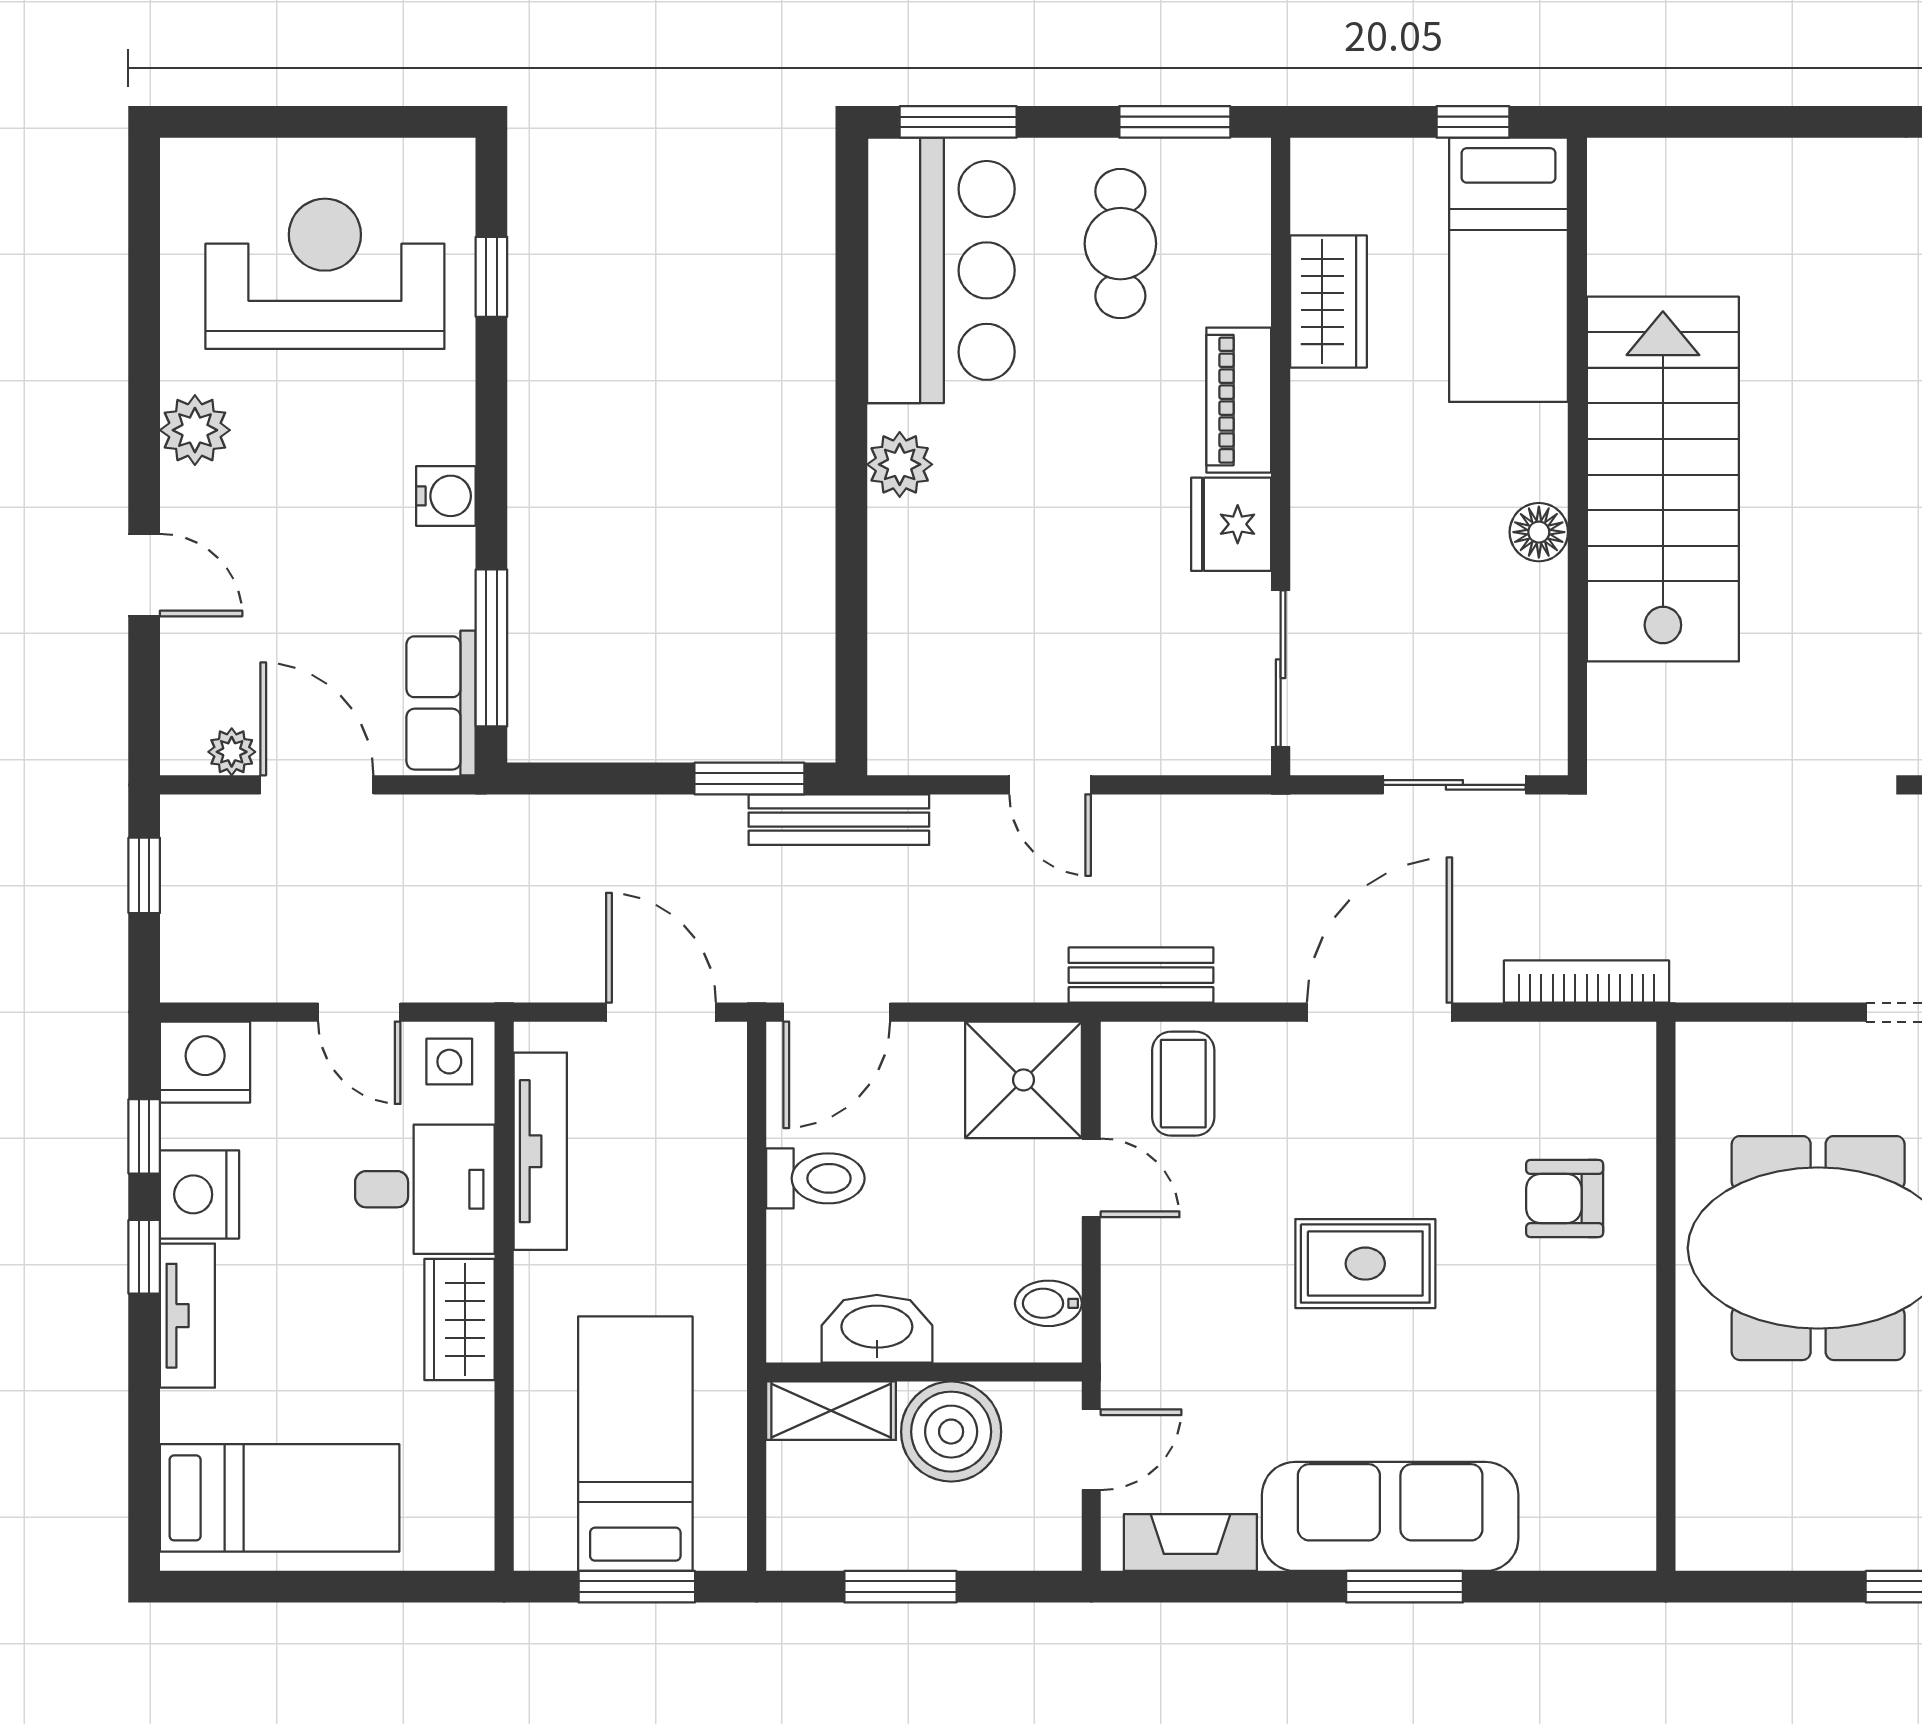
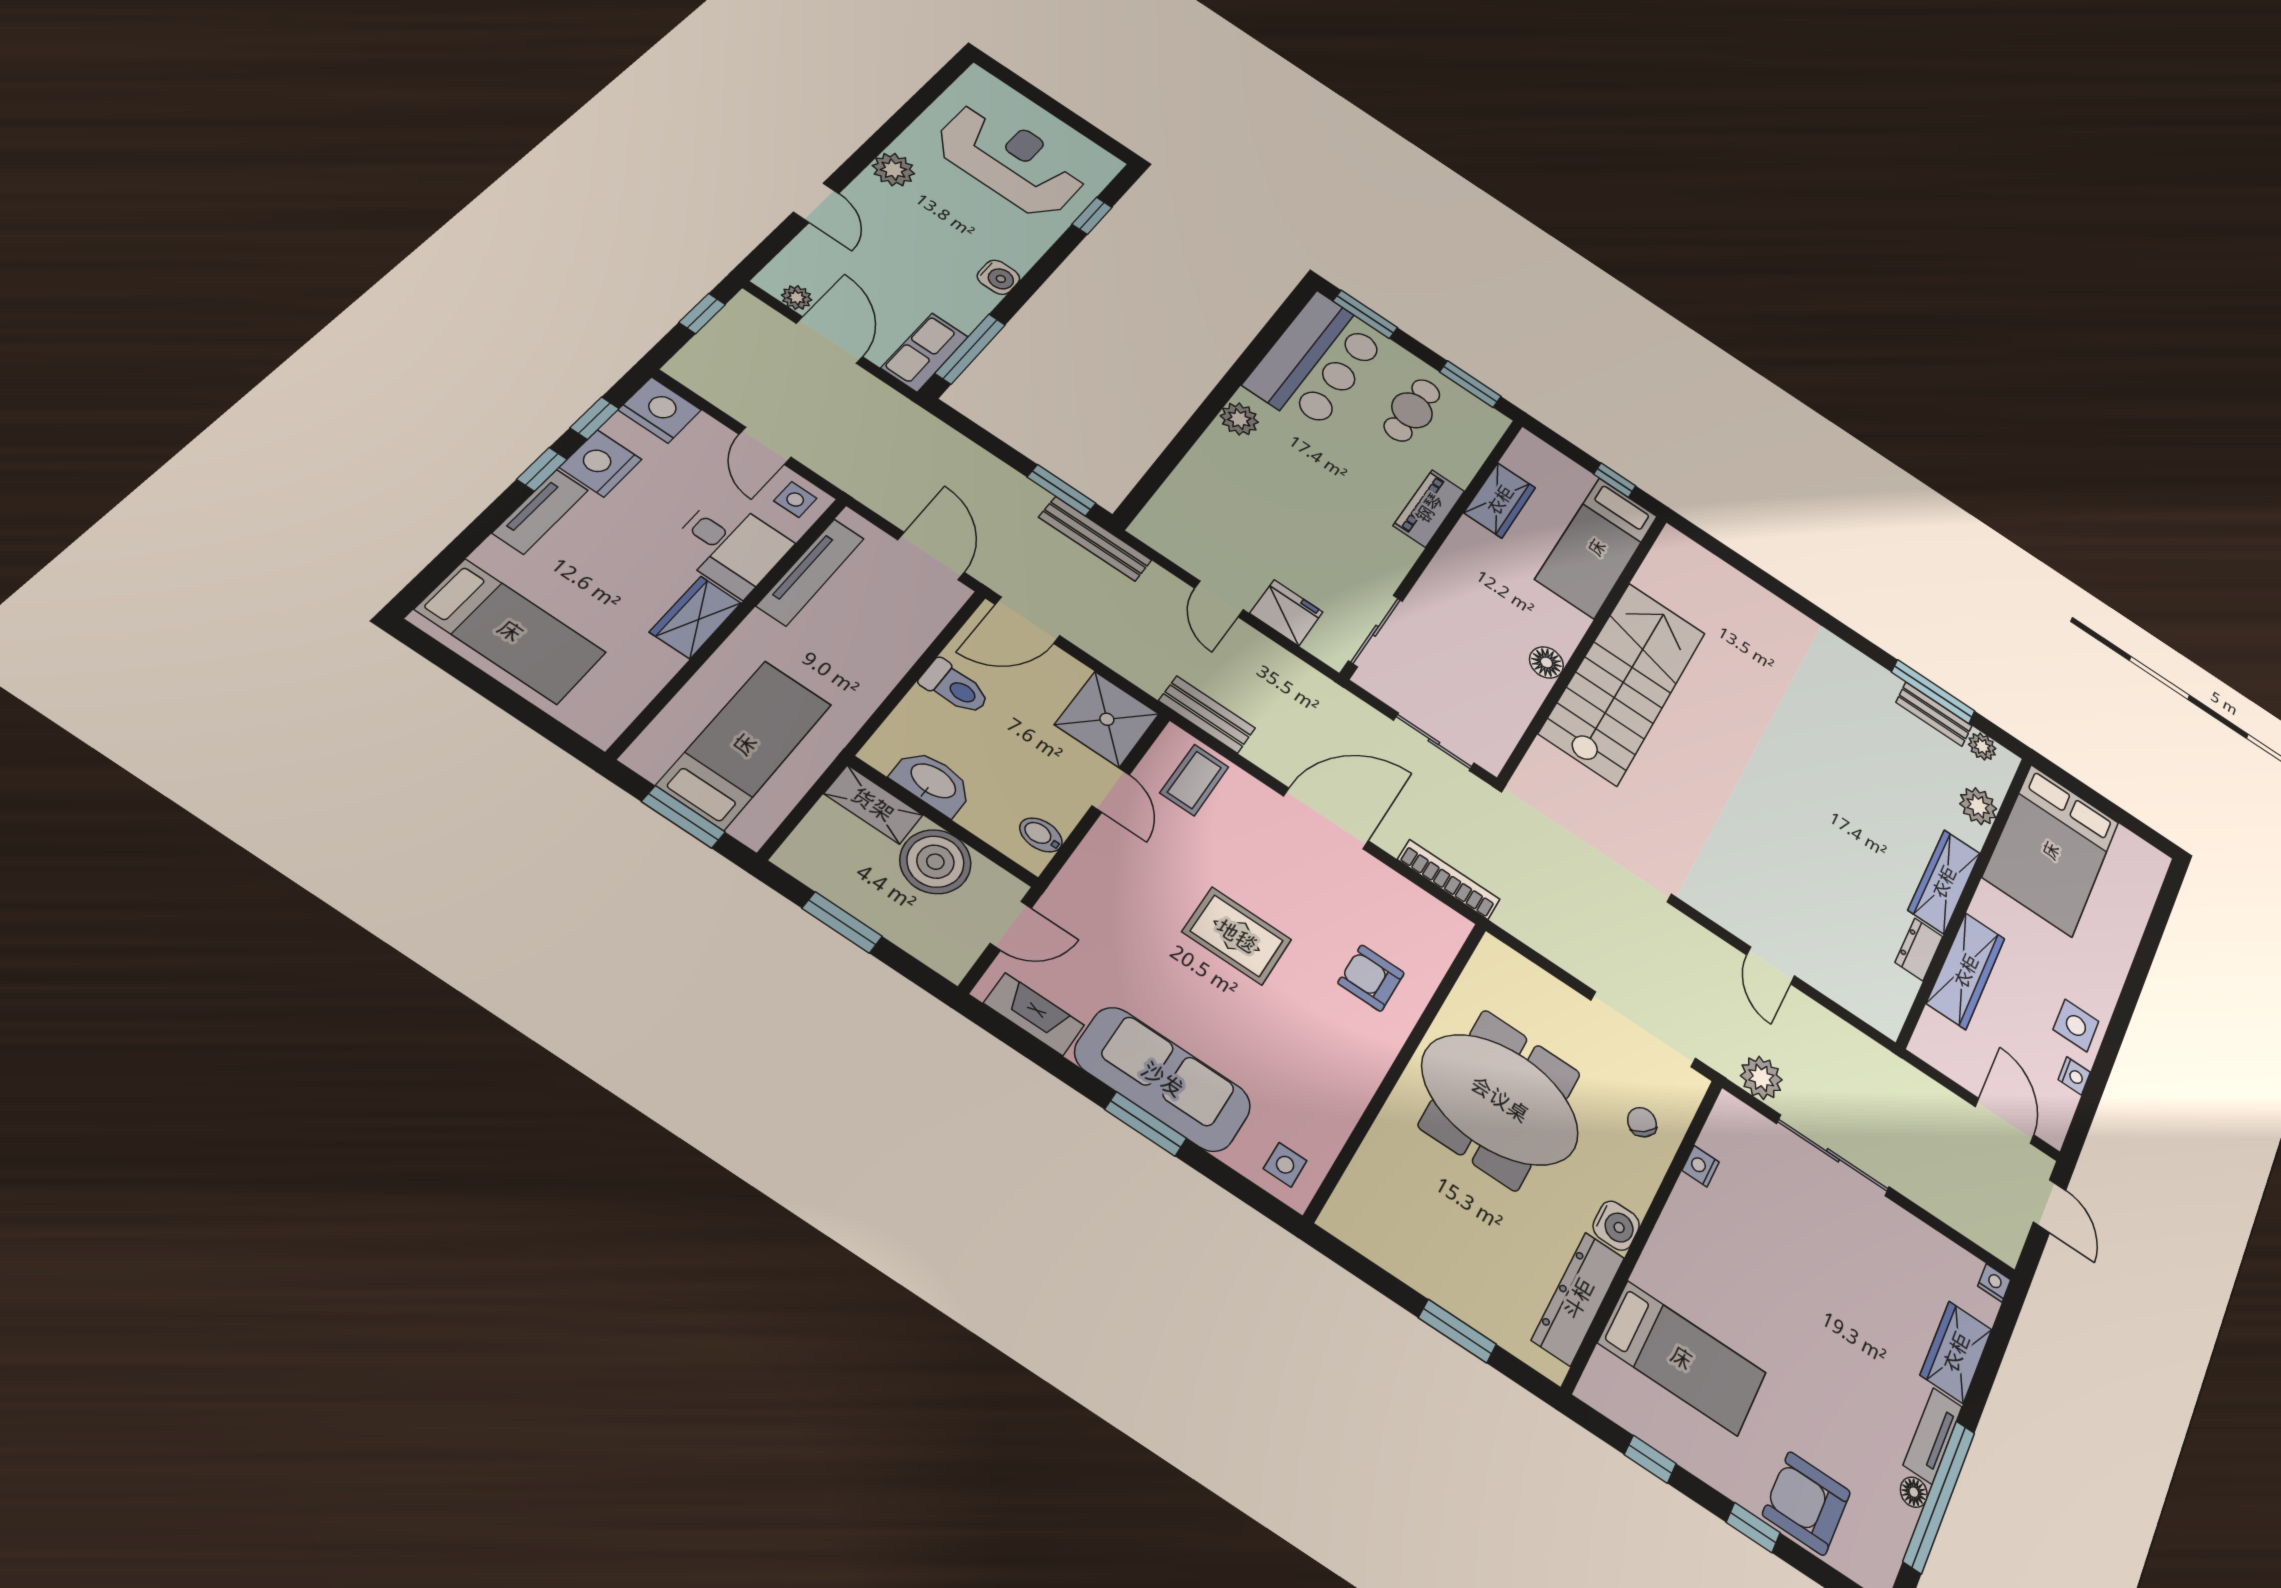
fridge: (1231, 524) -> (1286, 613), moved, turned 90
side table: (1599, 1522) -> (1285, 1165), added

